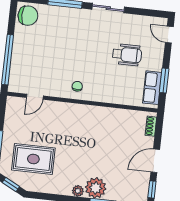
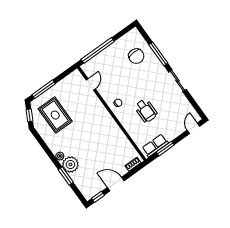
chair: (28, 16) -> (136, 56), moved
wheelchair: (127, 55) -> (146, 111), moved
door: (35, 97) -> (91, 84), swing flipped

